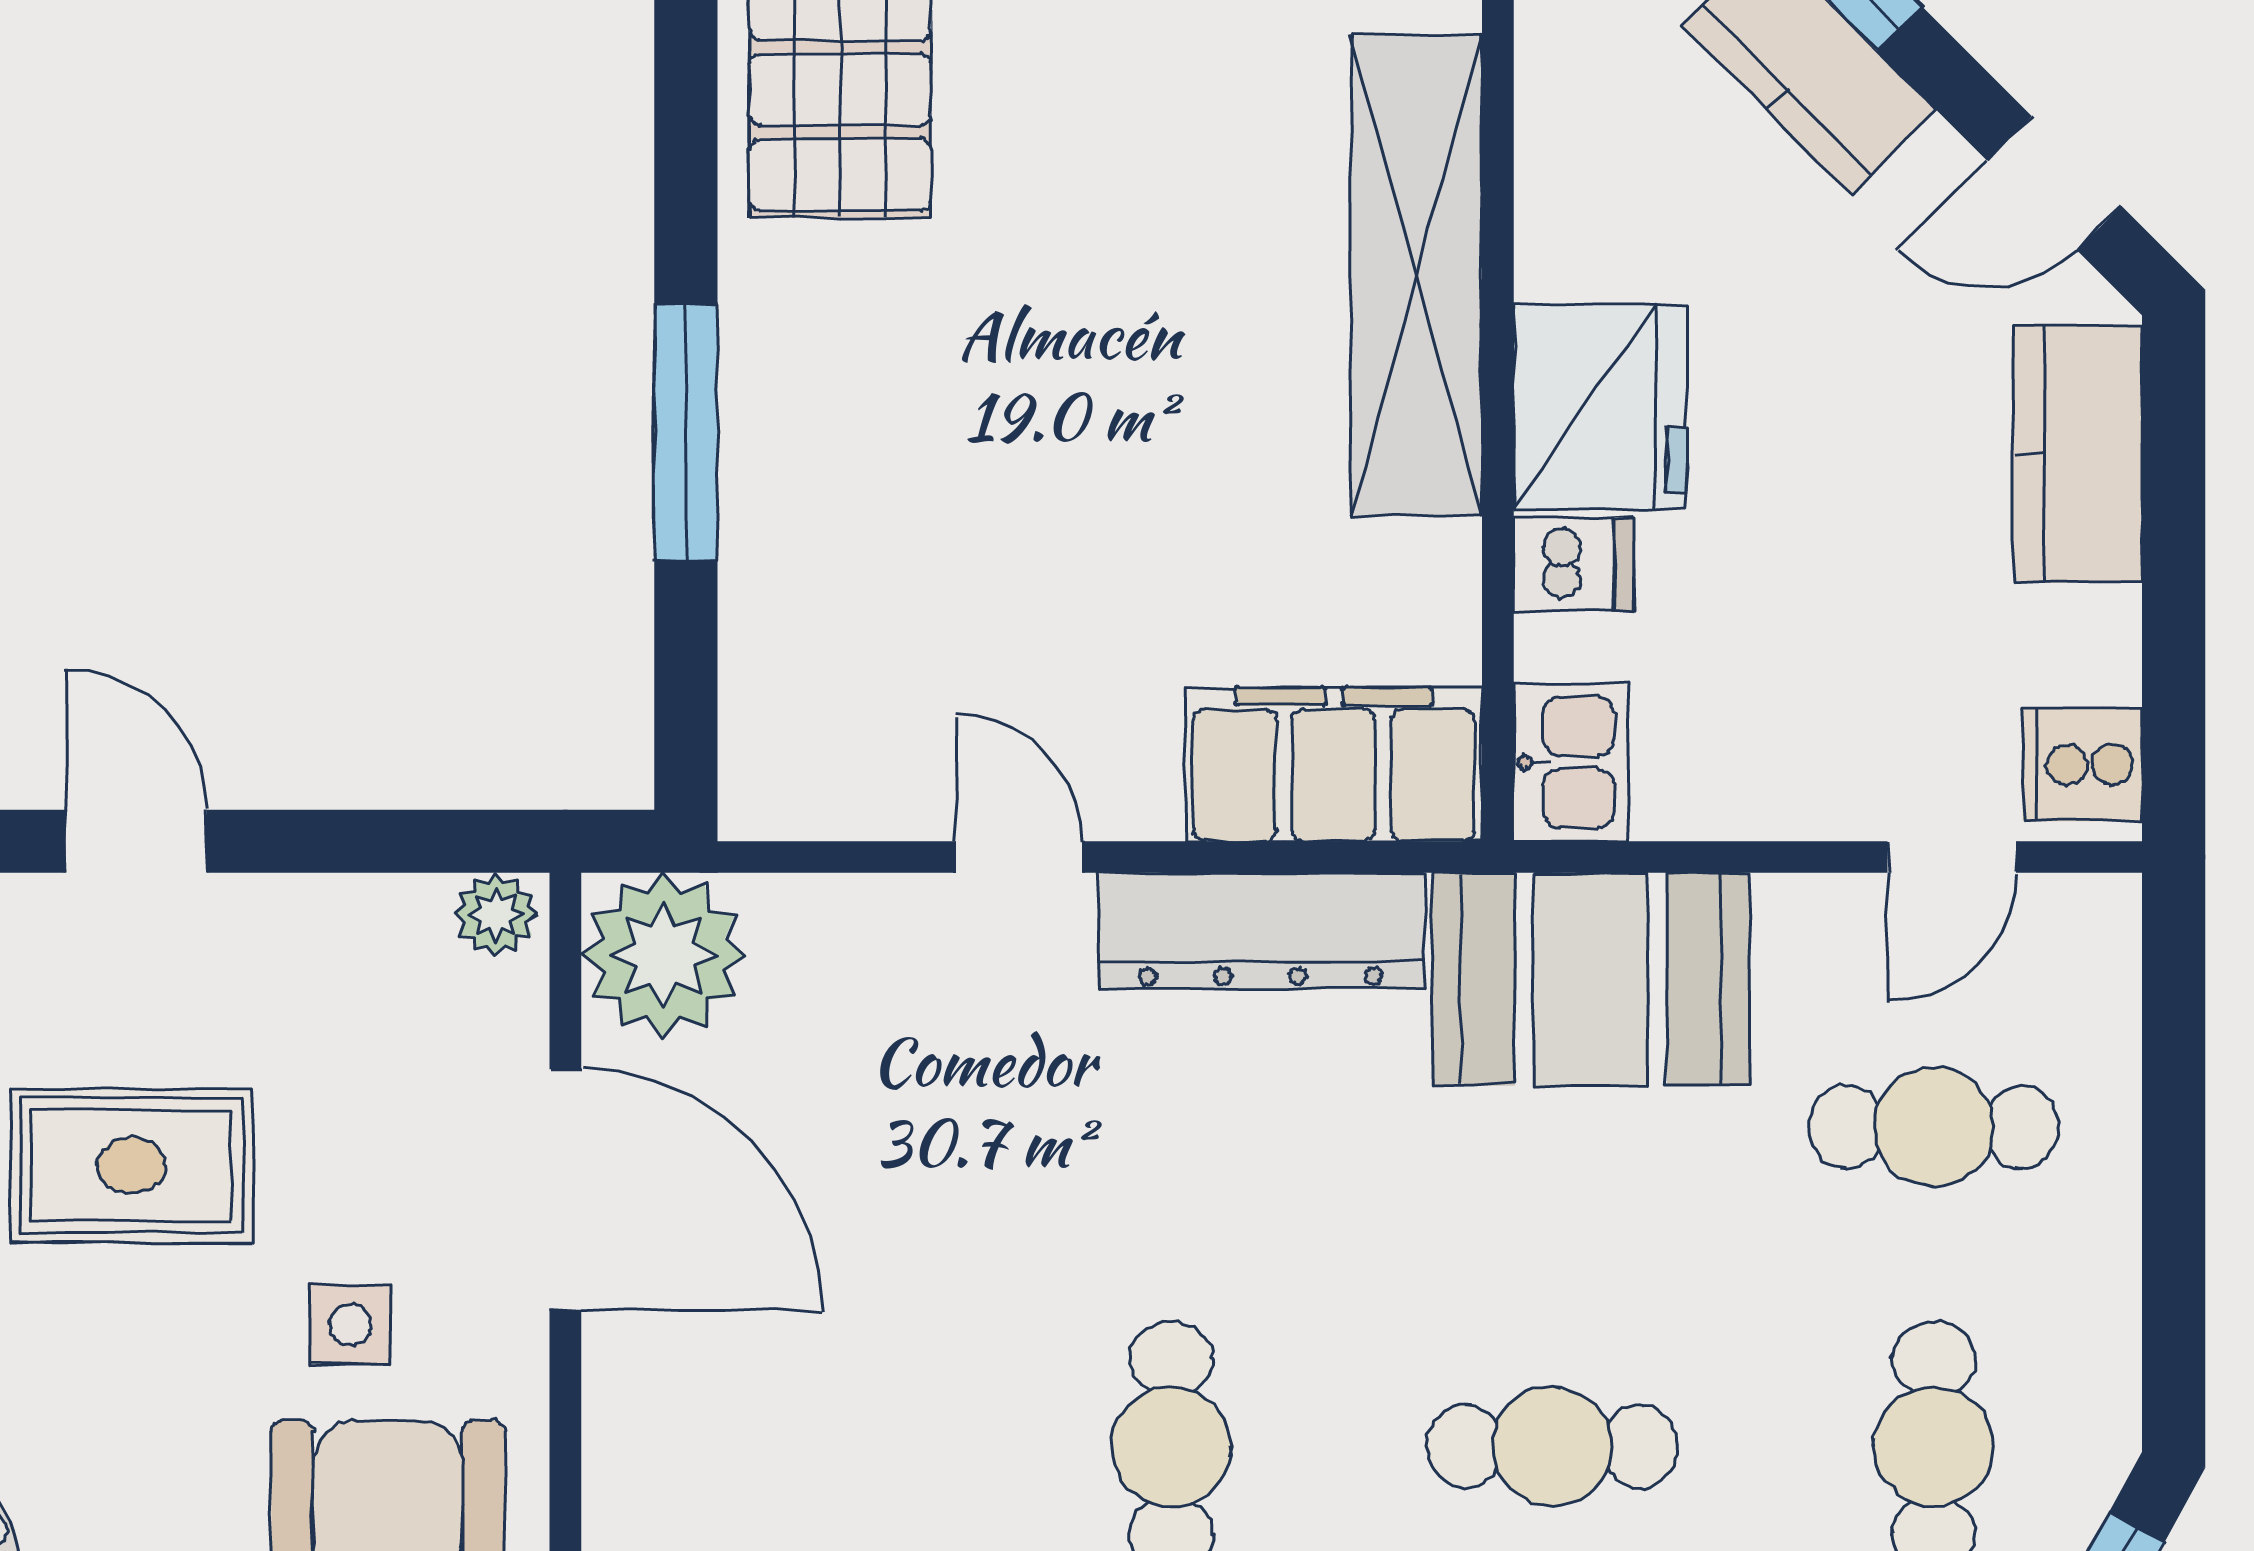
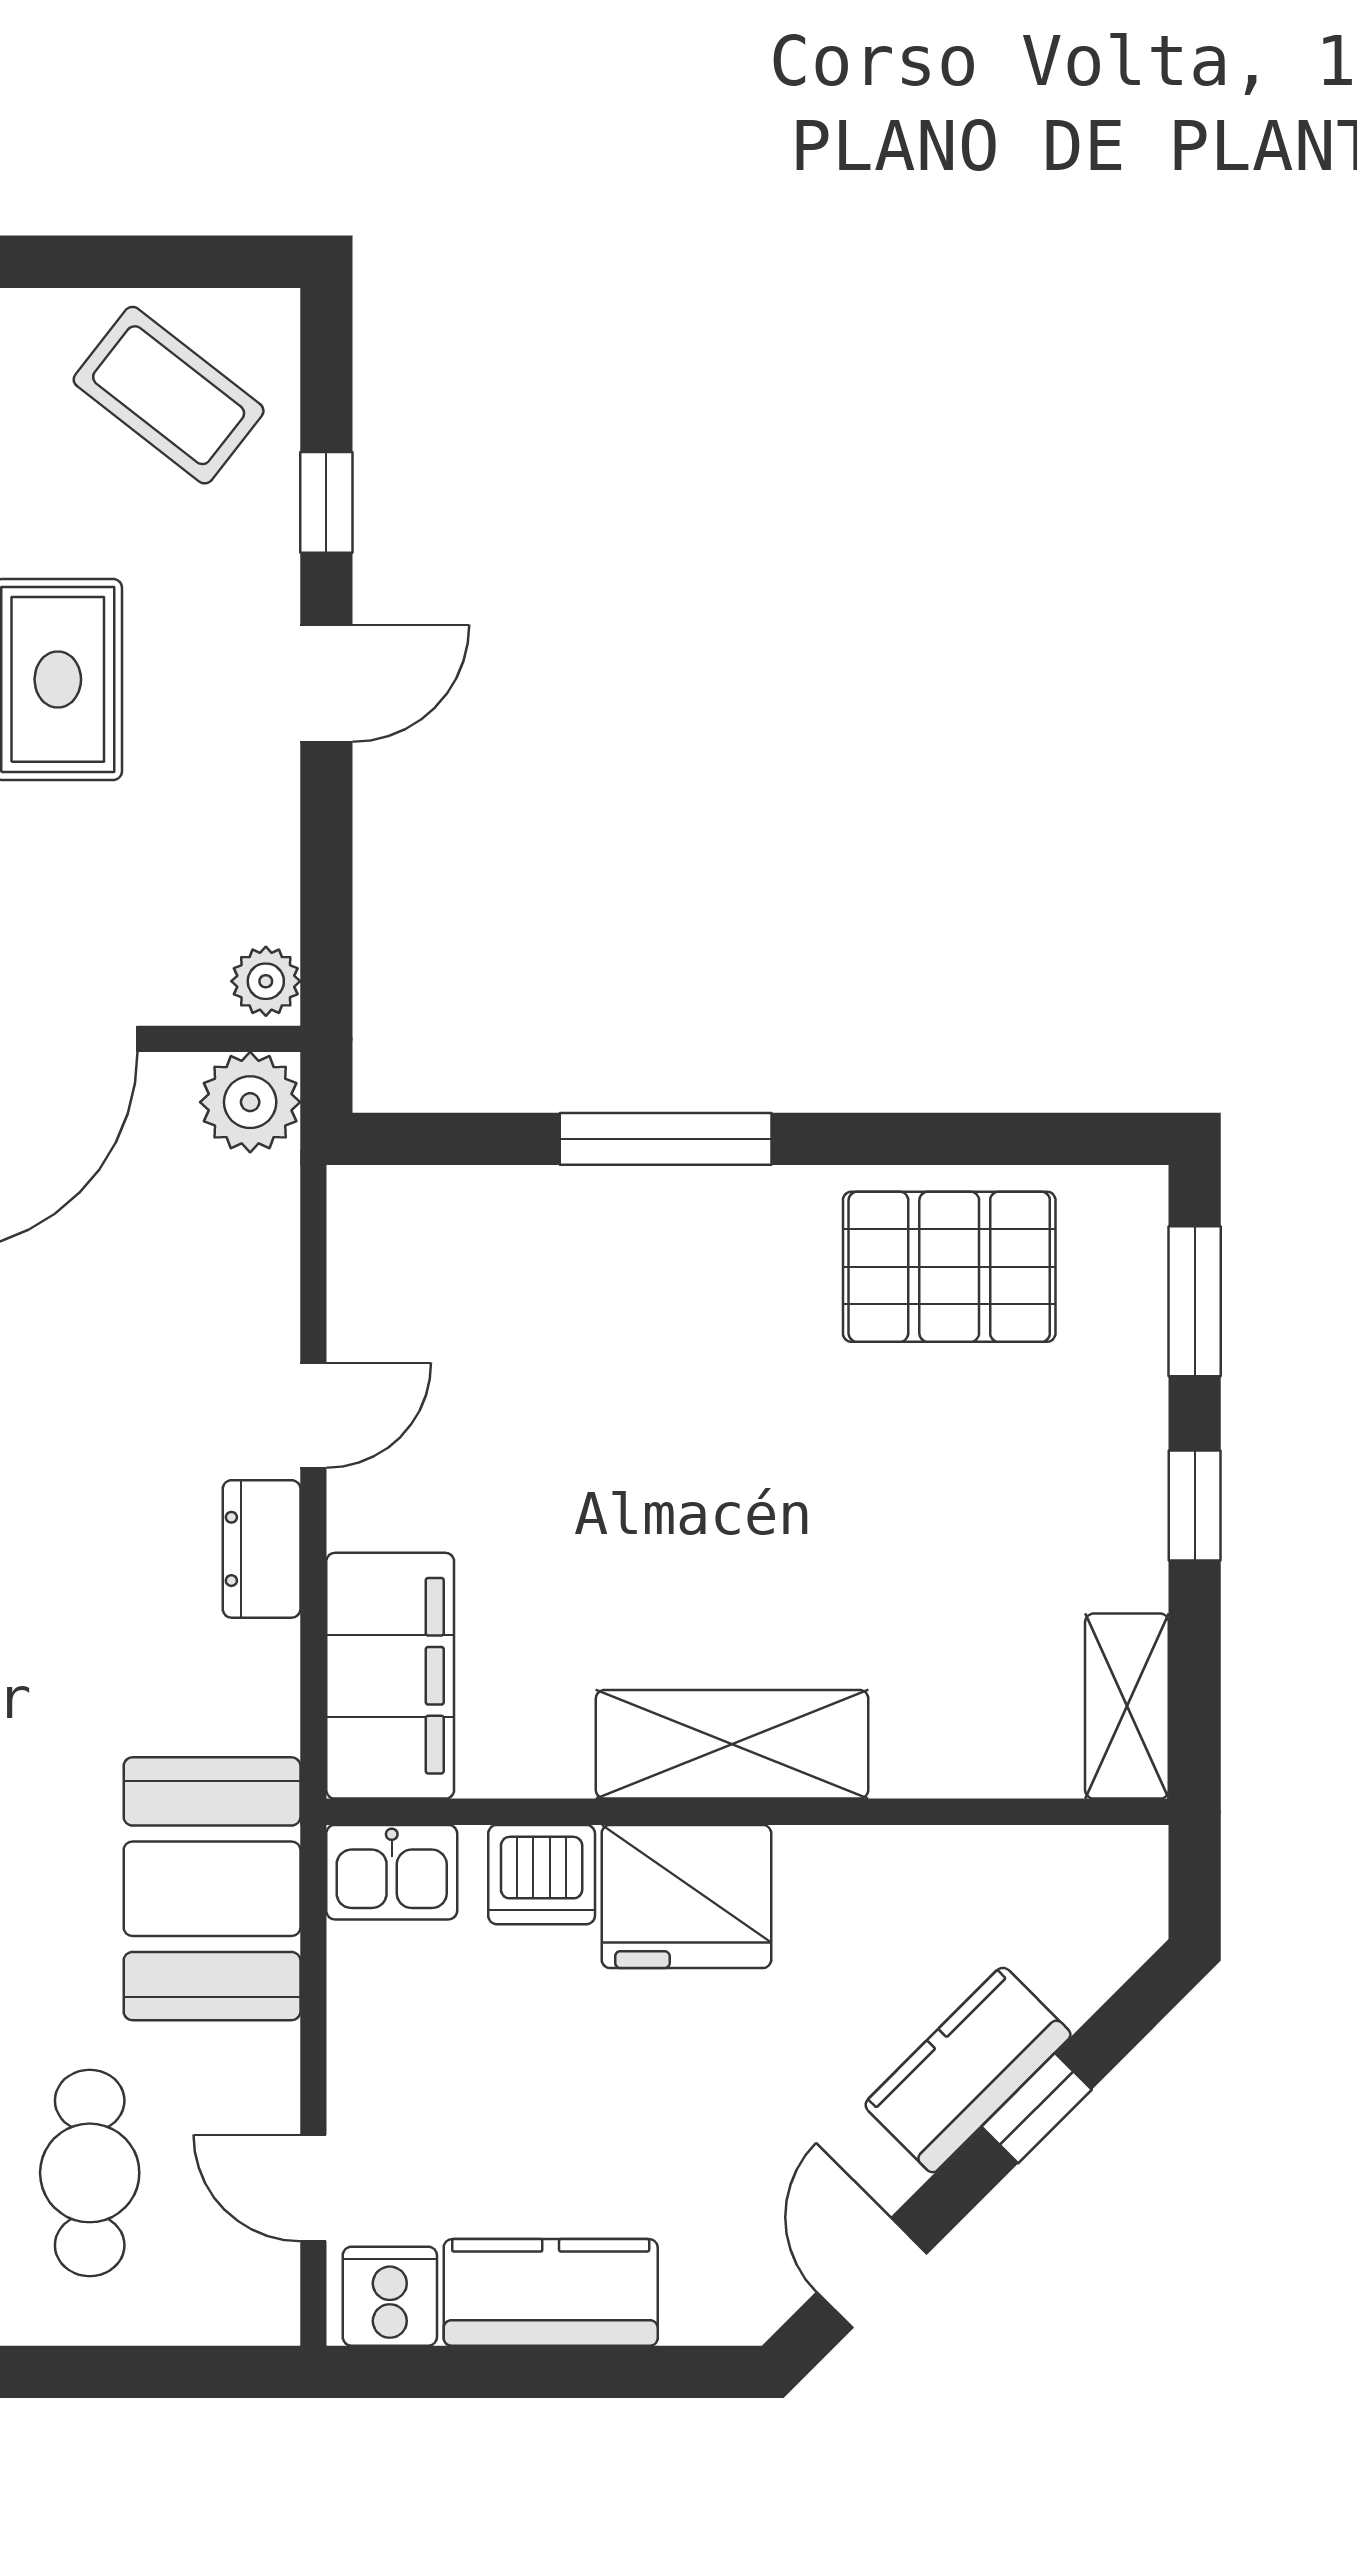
shelving: (1416, 275) -> (732, 1744), width x0.68
kitchen counter: (2078, 454) -> (551, 2292), moved
dishwasher: (1574, 564) -> (542, 1875), width x1.38
dresser: (1261, 931) -> (262, 1549), width x0.51, depth x0.80
plant: (664, 955) -> (250, 1102), width x0.73, depth x0.73

